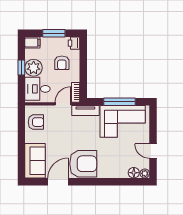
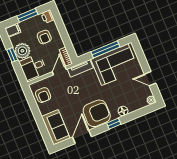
armchair: (36, 122) -> (43, 95), turned 90
floor lamp: (134, 173) -> (123, 111), moved
window: (96, 182) -> (114, 124), added

